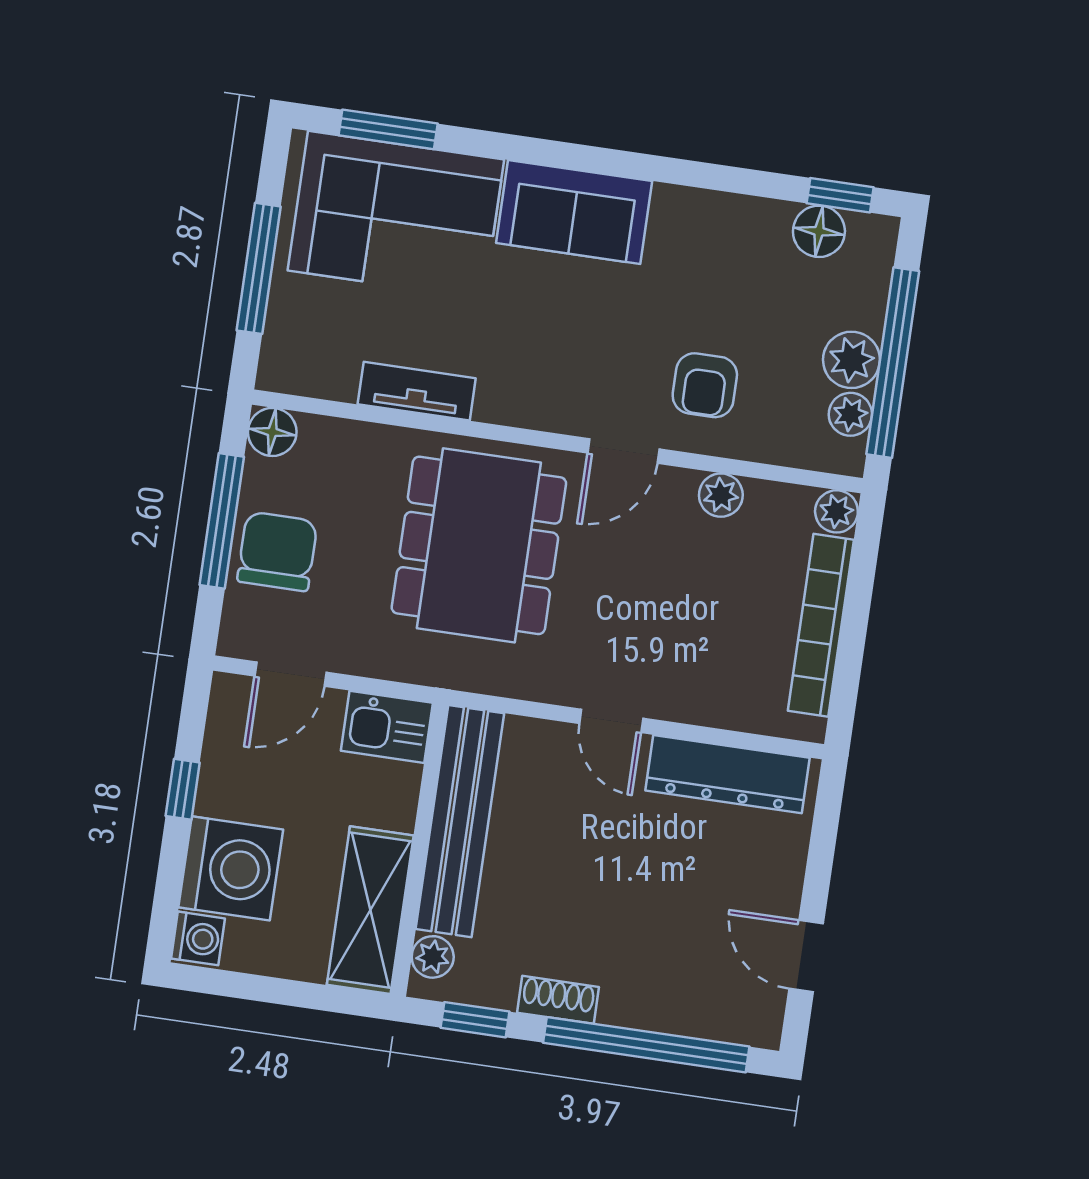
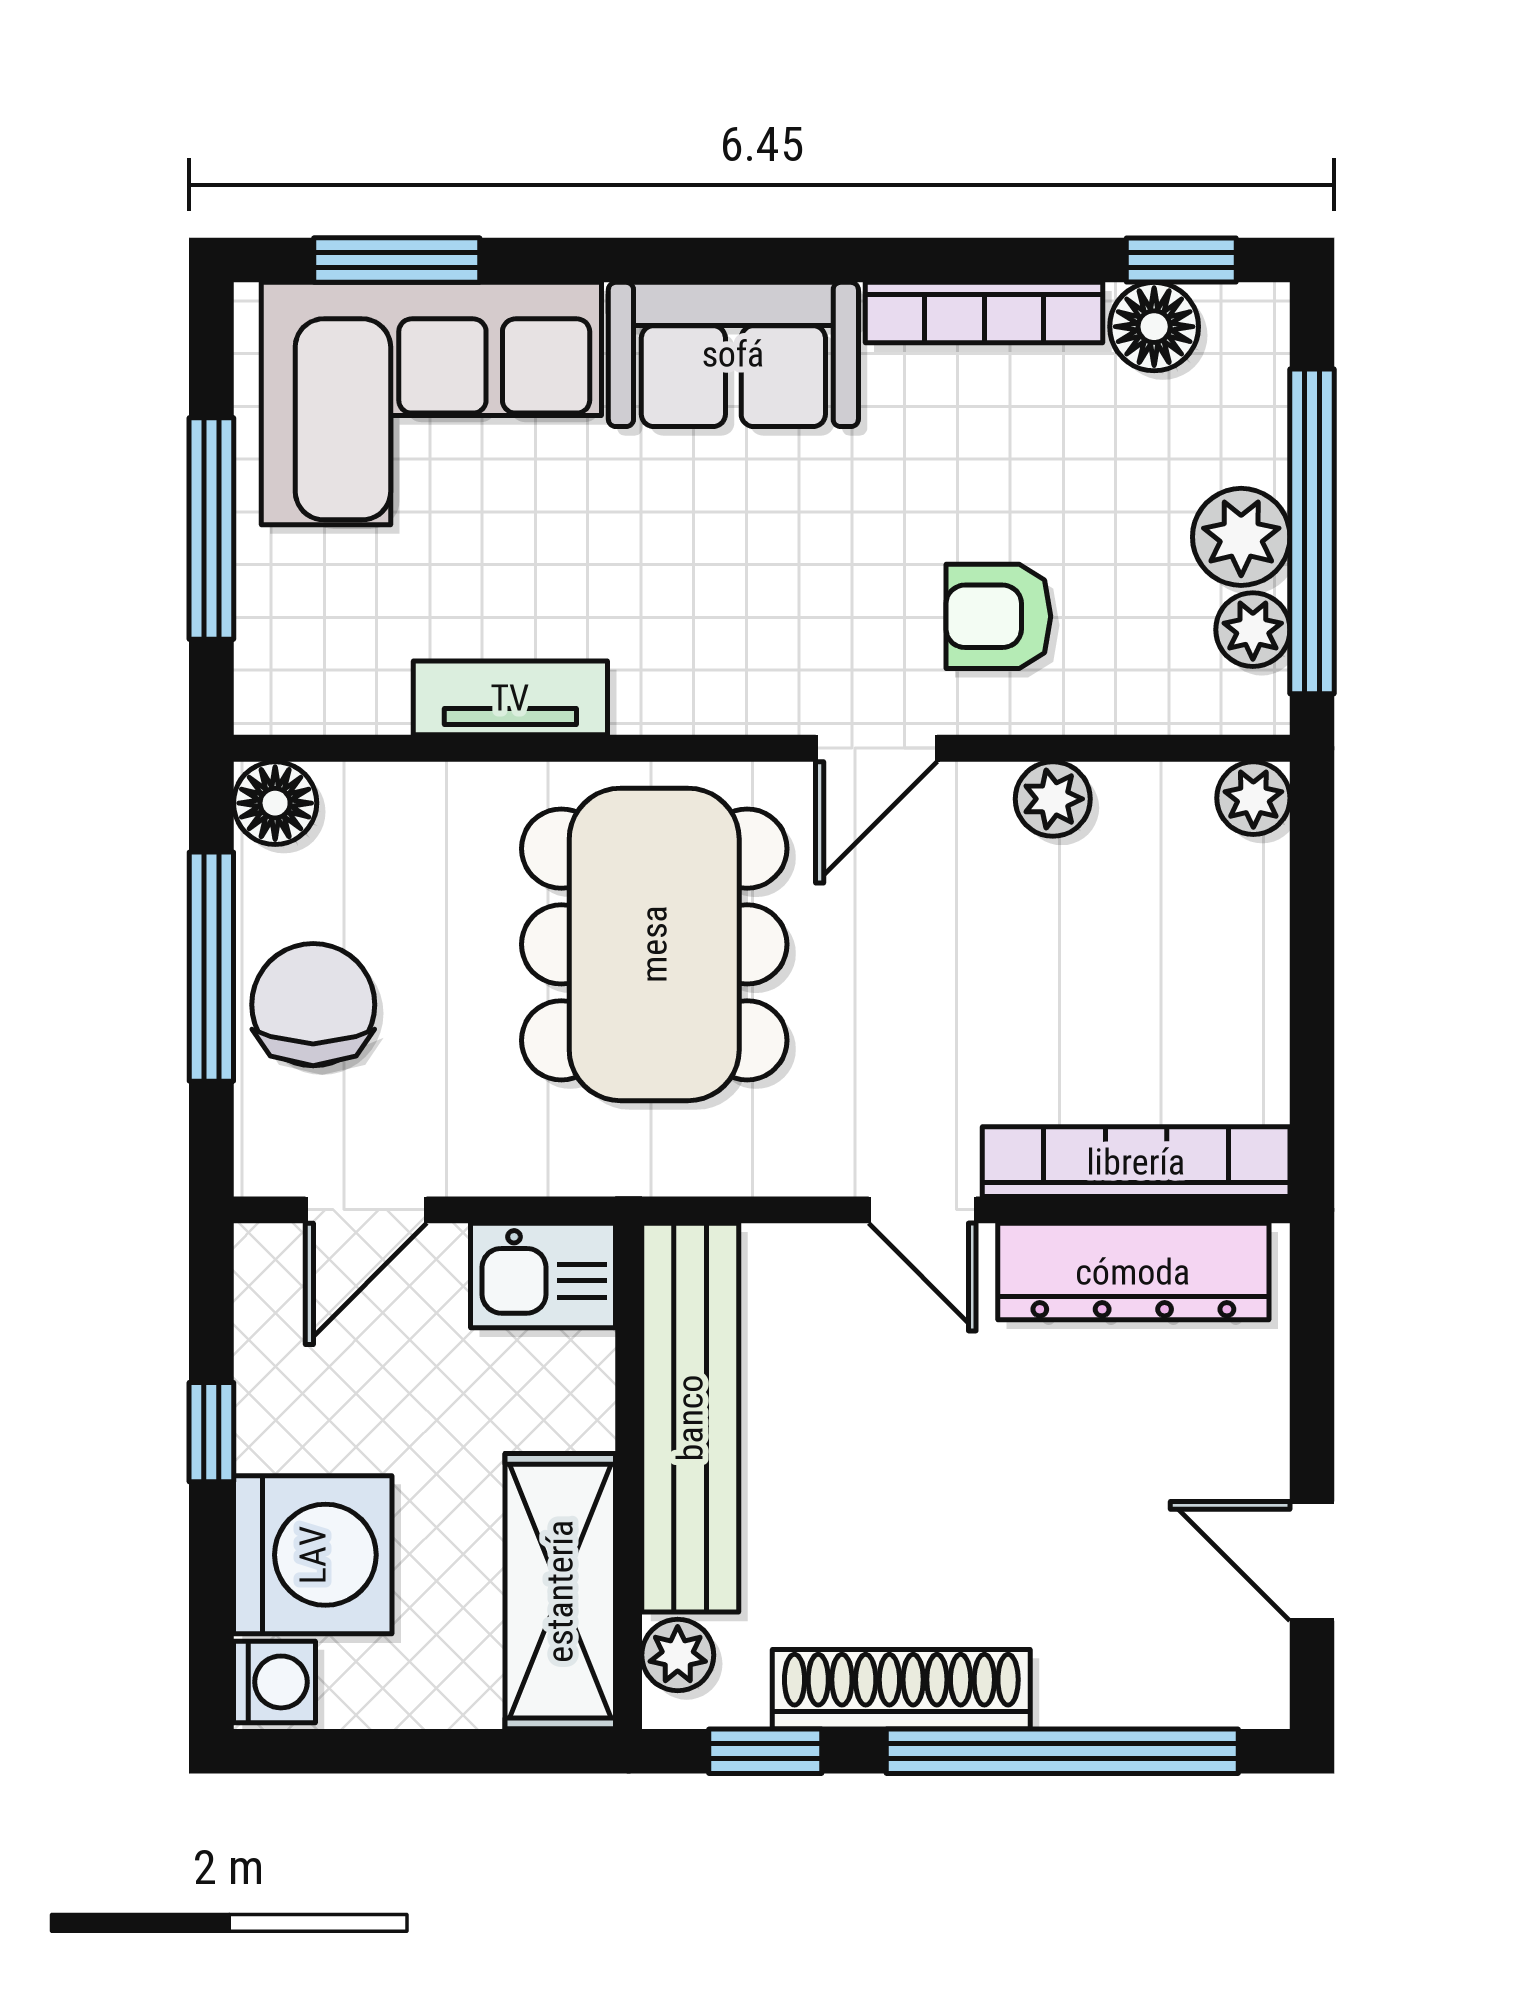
bookcase: (722, 209) -> (984, 313), added
armchair: (705, 385) -> (998, 616), turned 90
bookcase: (821, 625) -> (1136, 1162), moved, turned 90
shoe rack: (558, 1000) -> (901, 1689), width x1.94, depth x1.24

